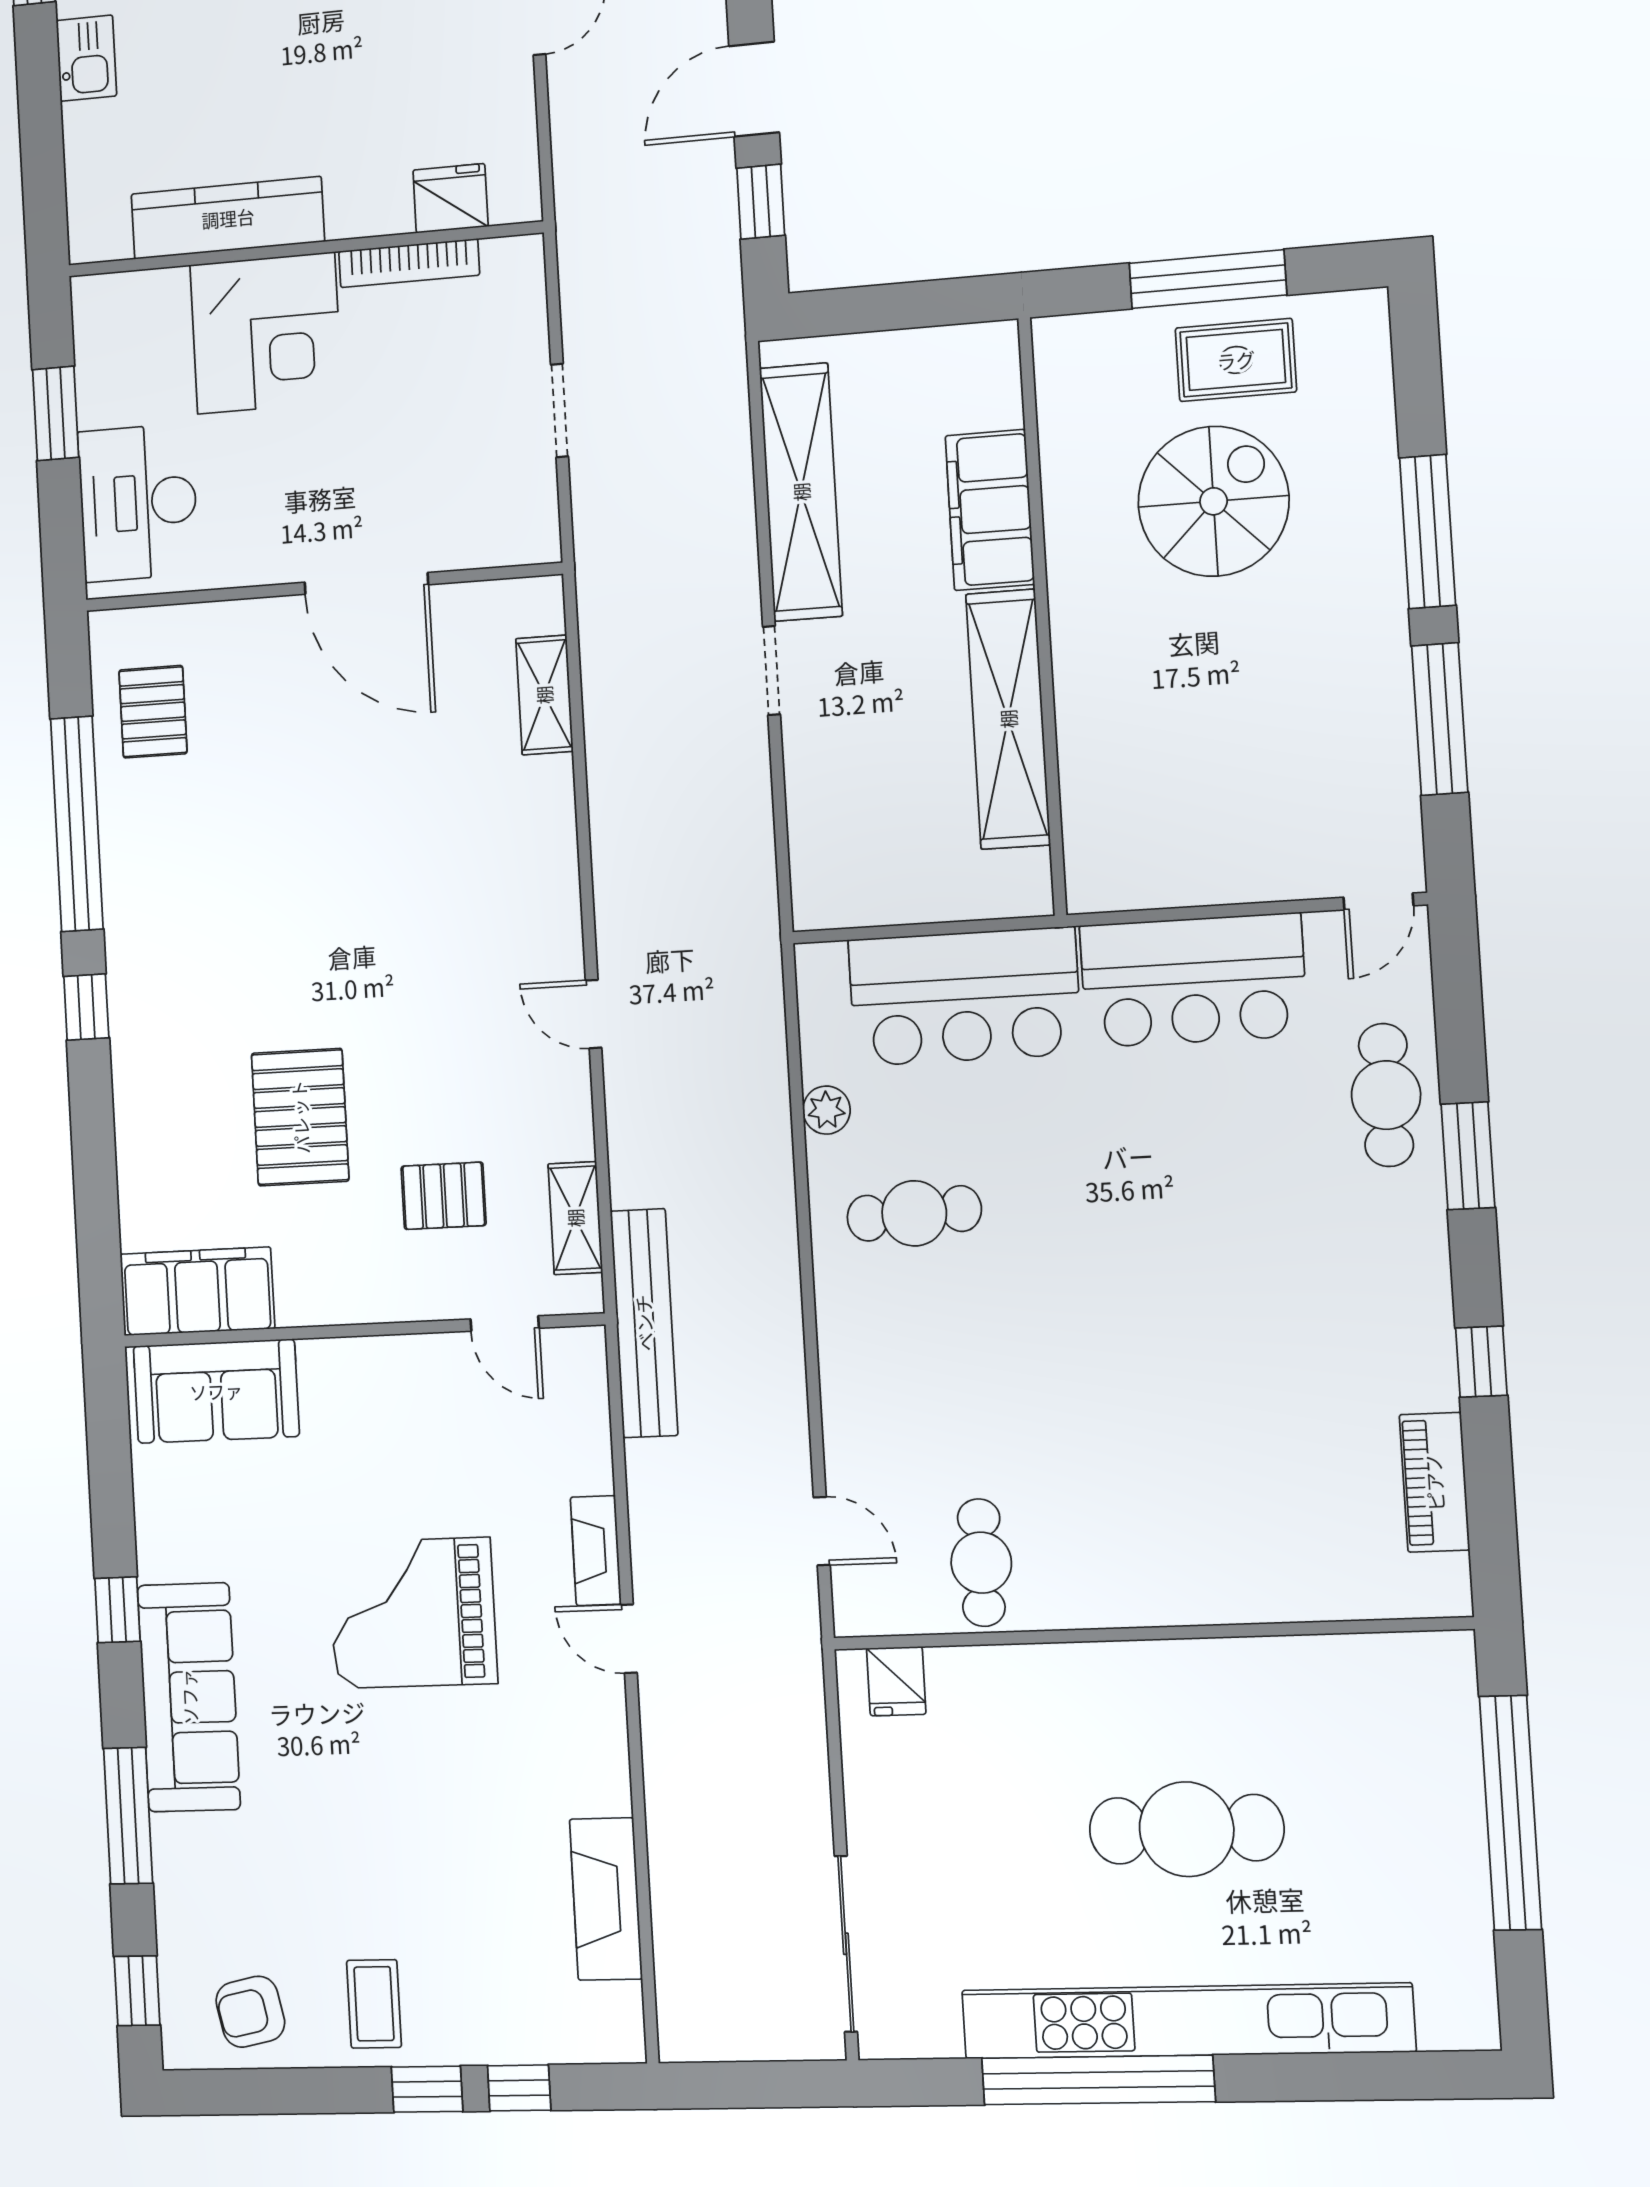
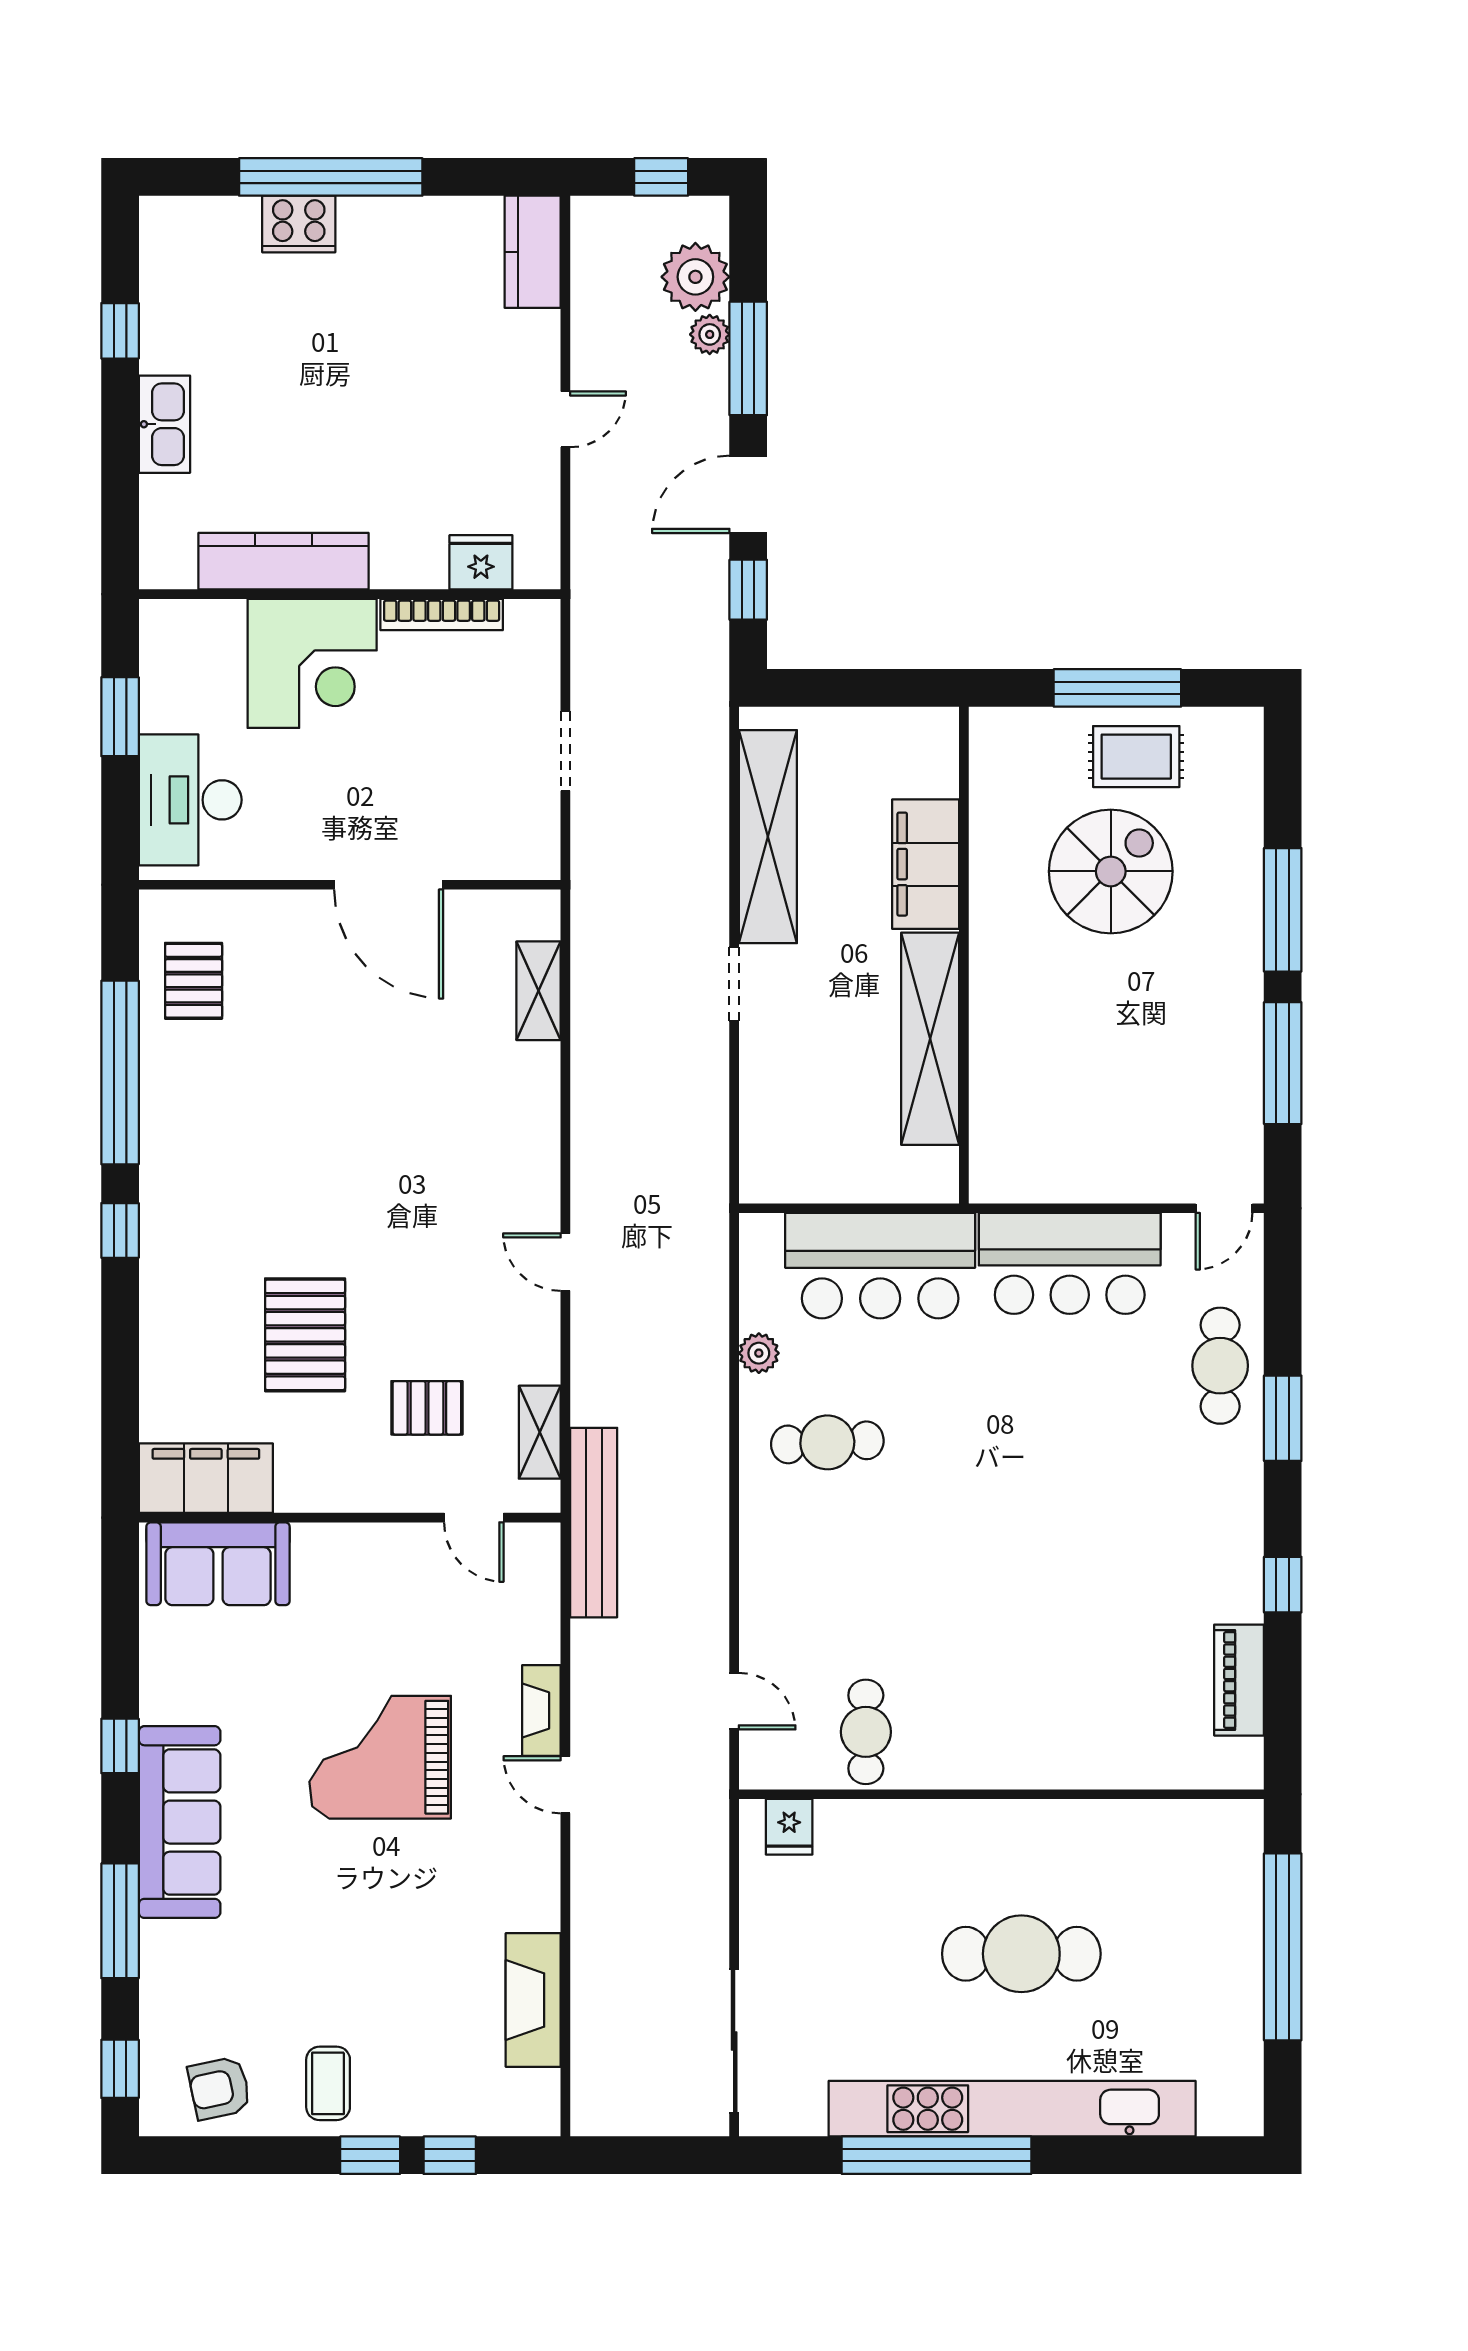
kitchen sink: (86, 58) -> (164, 424), width x1.38

